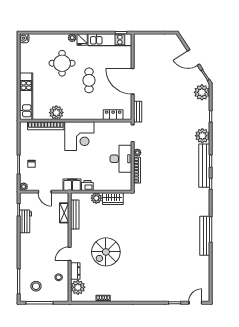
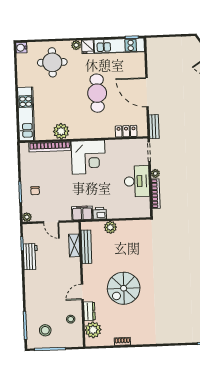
round table: (62, 63) -> (52, 62), moved
cafe table: (89, 80) -> (97, 93), width x1.37, depth x1.35
wardrobe: (113, 199) -> (129, 227), removed

